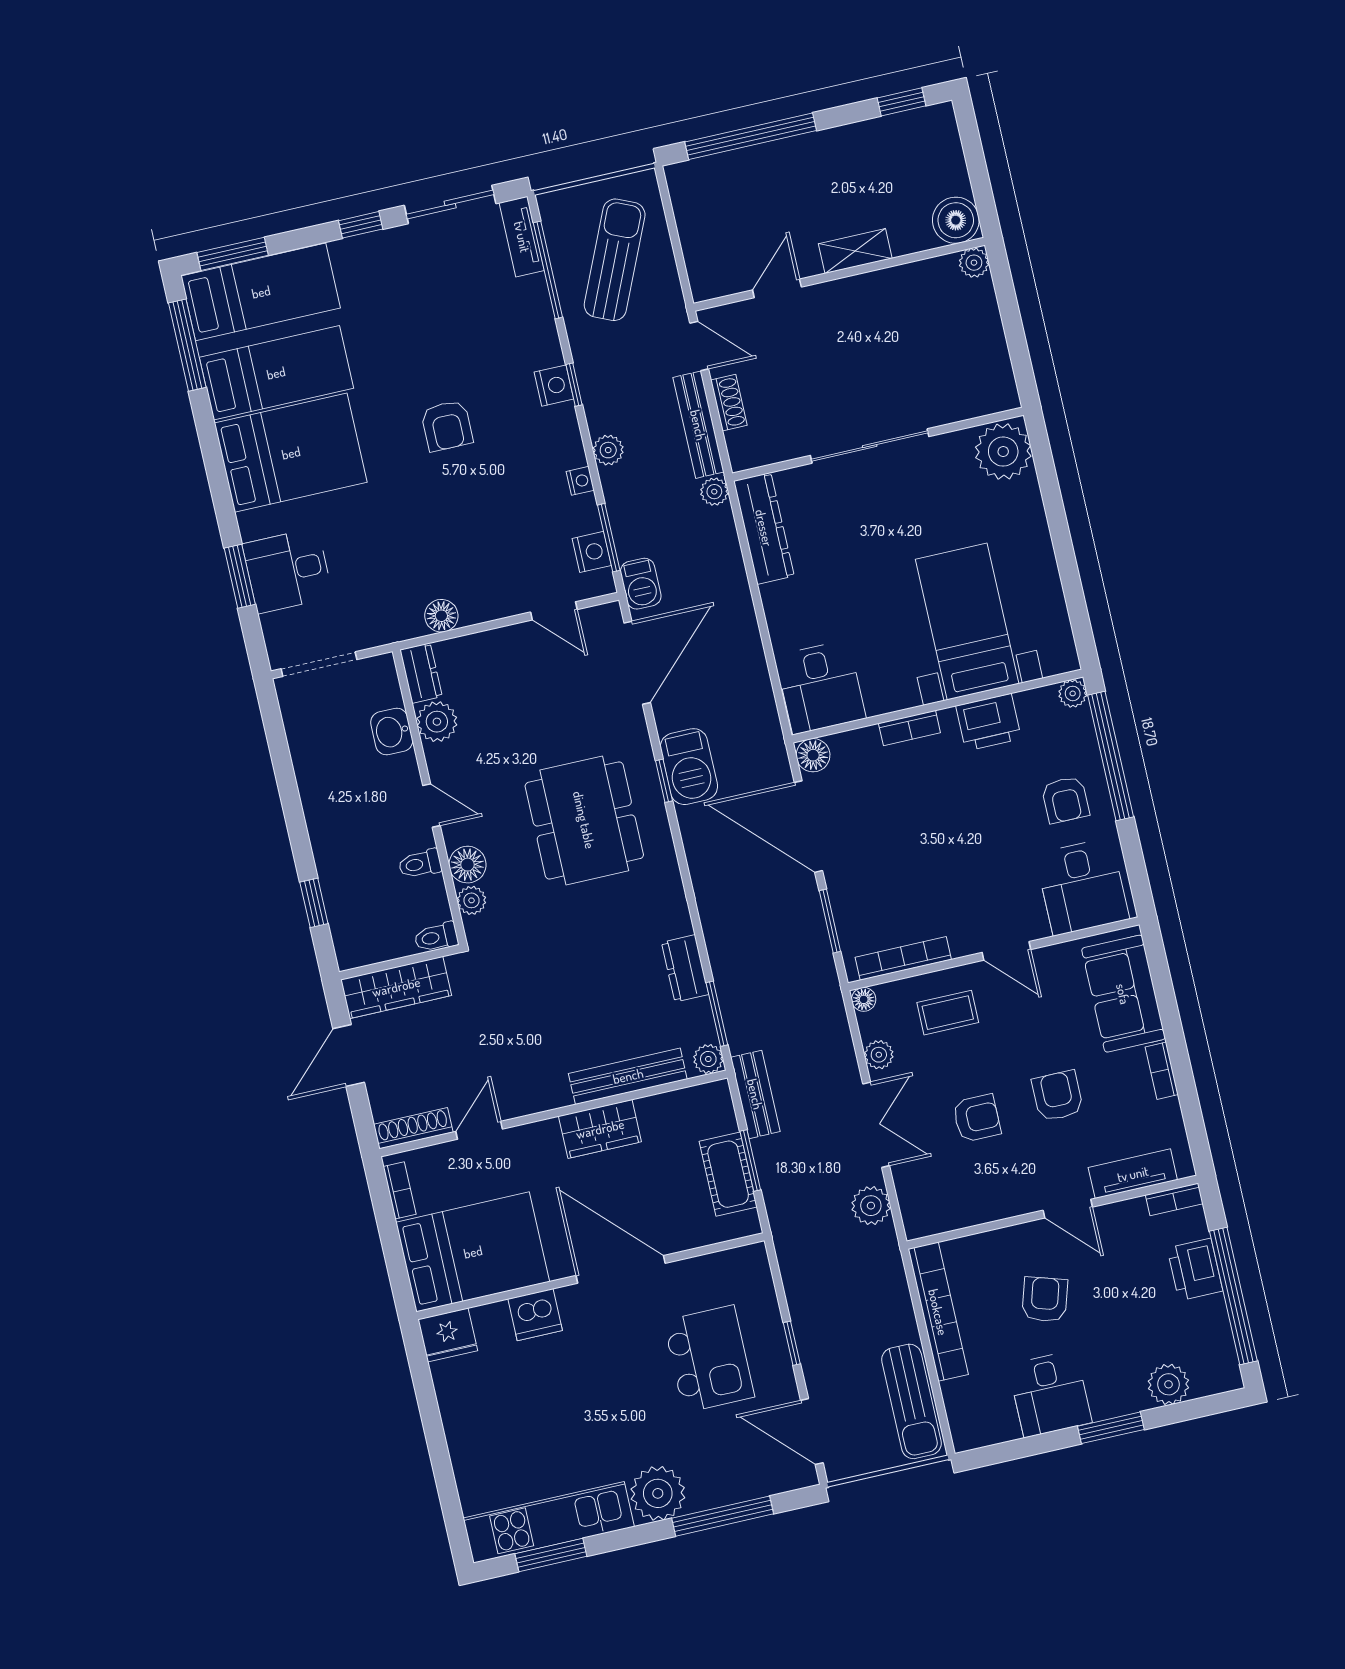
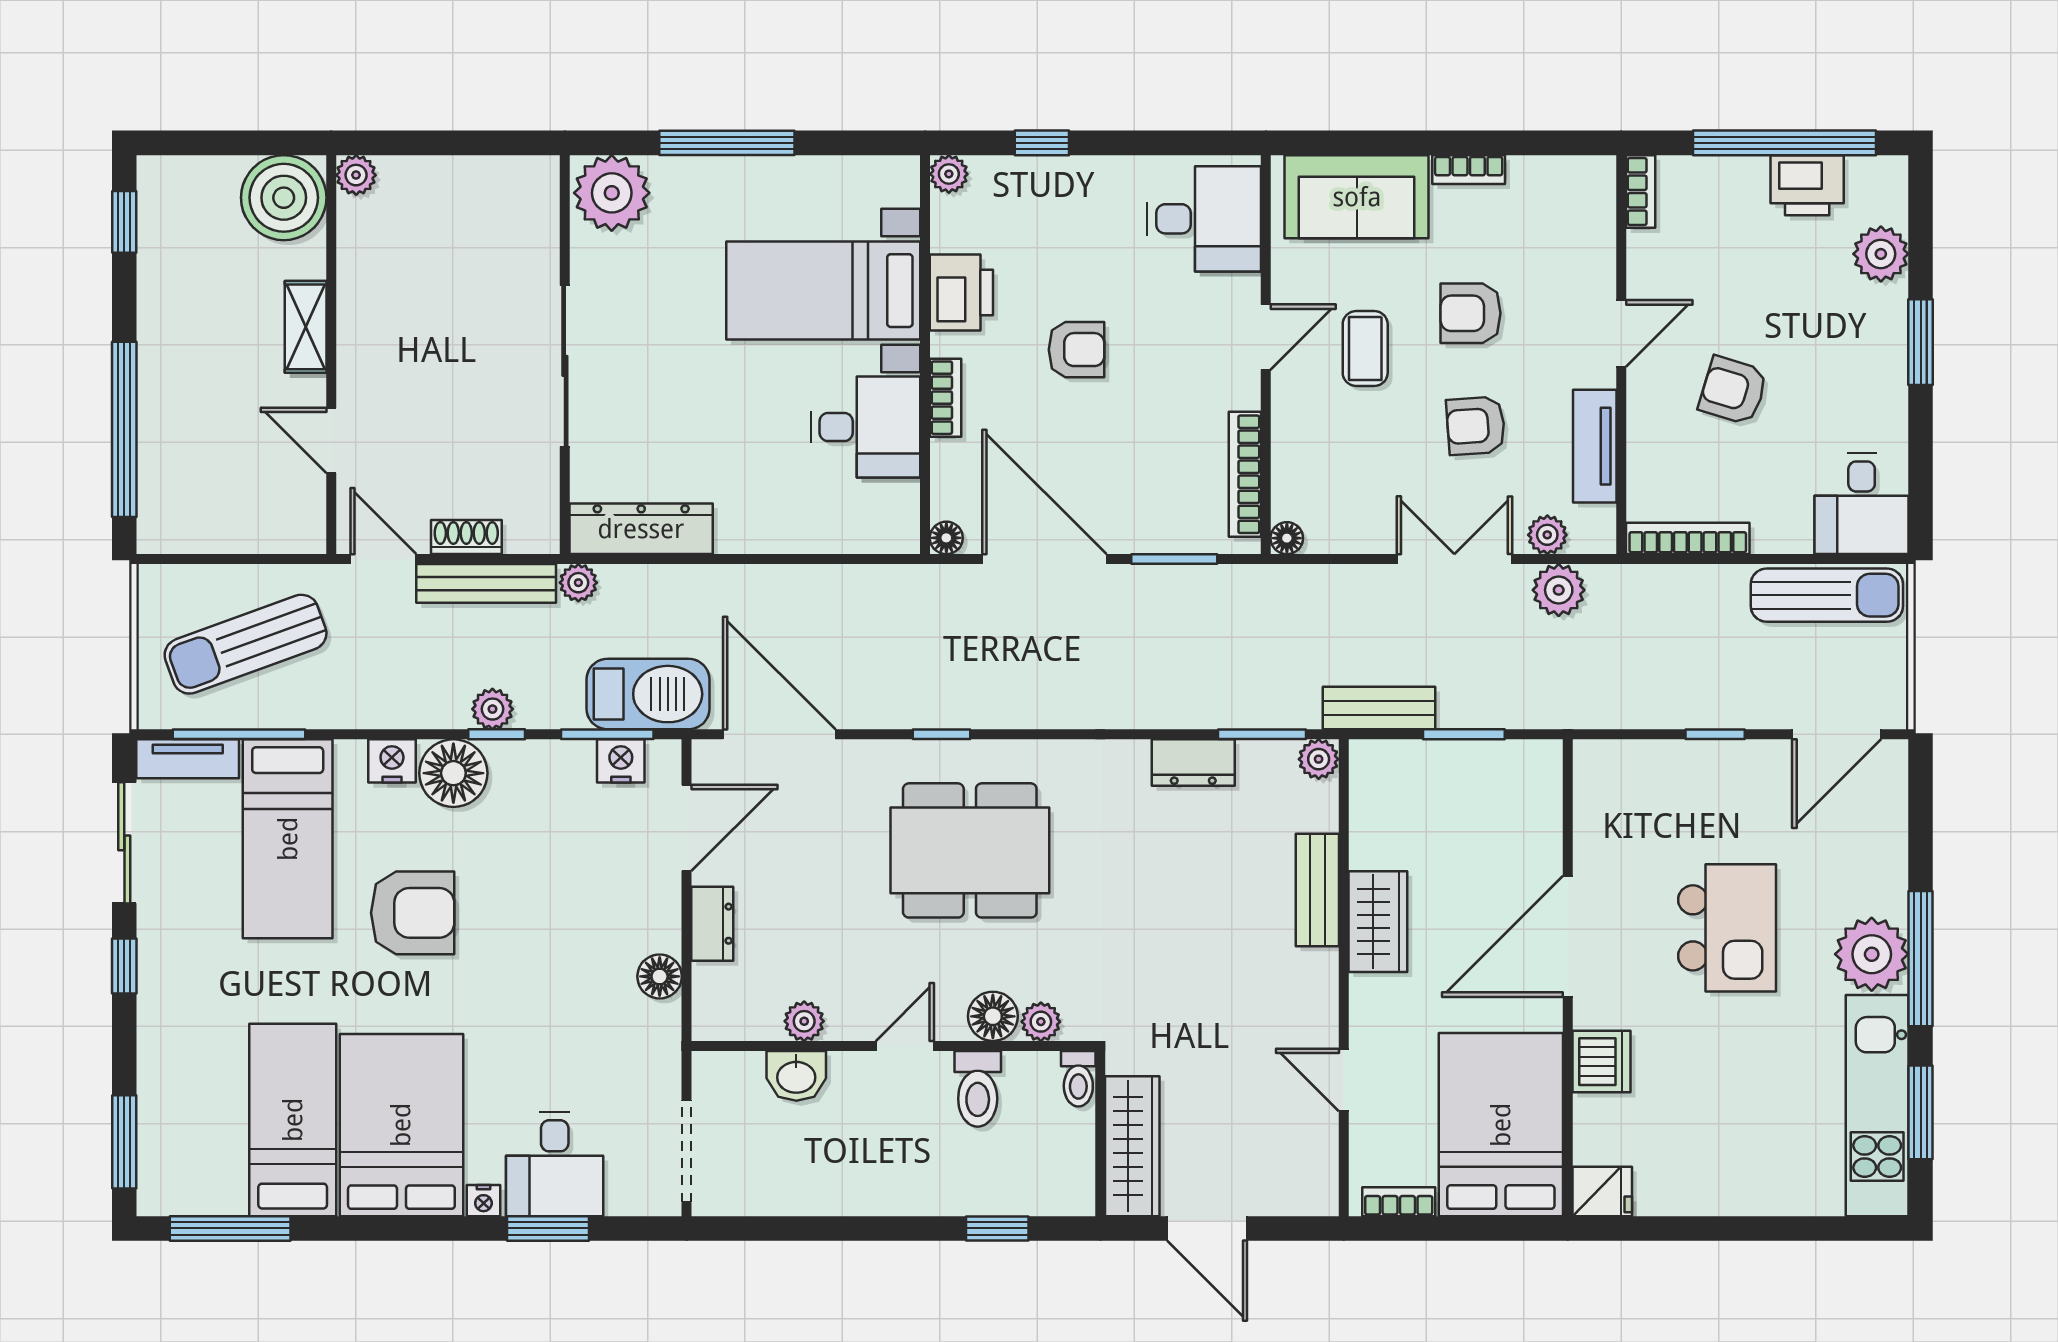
boiler: (956, 220) -> (284, 198), width x1.37, depth x1.37
sun lounger: (615, 260) -> (246, 644), turned -44
bed: (261, 292) -> (288, 839), moved, turned 180
door: (699, 346) -> (383, 559), hinge flipped
window: (574, 385) -> (497, 734), moved
armchair: (447, 426) -> (413, 913), width x1.38, depth x1.38
floor lamp: (555, 432) -> (453, 773), added
nightstand: (580, 481) -> (483, 1201), moved, turned 180
window: (1059, 527) -> (727, 143), added
barbecue: (641, 584) -> (648, 694), width x1.88, depth x1.53
door: (554, 611) -> (687, 828), width x1.38
dresser: (421, 673) -> (712, 924), moved, turned 90
desk: (821, 687) -> (866, 427), moved
plant: (437, 722) -> (804, 1021), width x0.73, depth x0.73
floor lamp: (813, 755) -> (946, 538), width x0.73, depth x0.73
window: (1111, 756) -> (1042, 143), width x0.32
barbecue: (689, 767) -> (930, 698), removed
armchair: (1065, 800) -> (1076, 350), moved
door: (808, 827) -> (1044, 559), swing flipped
toilet: (420, 864) -> (978, 1089), width x1.37, depth x1.39
coffee table: (948, 1013) -> (1365, 348), moved
plant: (879, 1055) -> (1547, 535), moved
bench: (628, 1076) -> (1317, 890), width x0.73
armchair: (977, 1118) -> (1476, 426), turned -94
shoe rack: (413, 1128) -> (1322, 1165), removed
cot: (728, 1174) -> (1475, 767), removed
tv unit: (1133, 1174) -> (1595, 446), moved
printer: (1195, 1270) -> (1807, 185), moved
bookcase: (938, 1312) -> (1688, 538), width x0.68, depth x0.76
fridge: (448, 1335) -> (1602, 1191), width x0.72
kitchen island: (709, 1359) -> (1727, 928), moved, turned 90
desk: (1050, 1394) -> (1862, 504), moved, turned 90
window: (723, 1516) -> (1921, 959), moved

